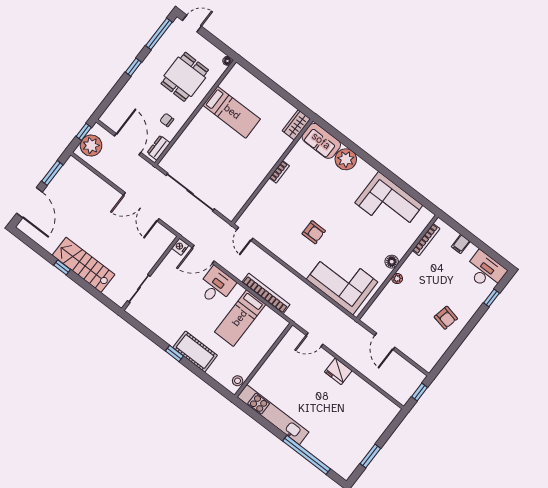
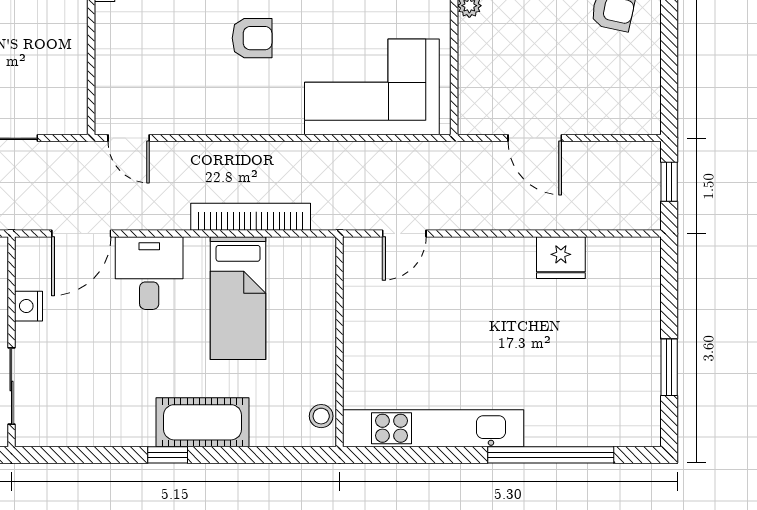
nightstand: (180, 247) -> (28, 306), moved
fridge: (338, 371) -> (561, 258), moved

